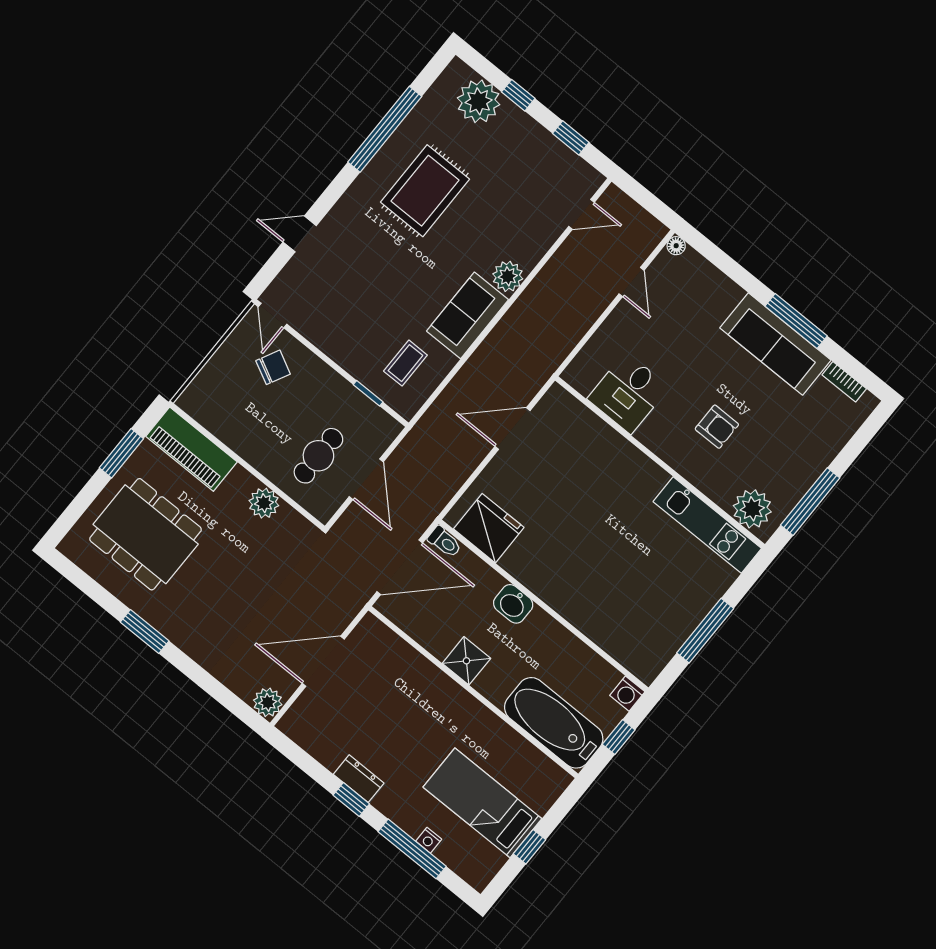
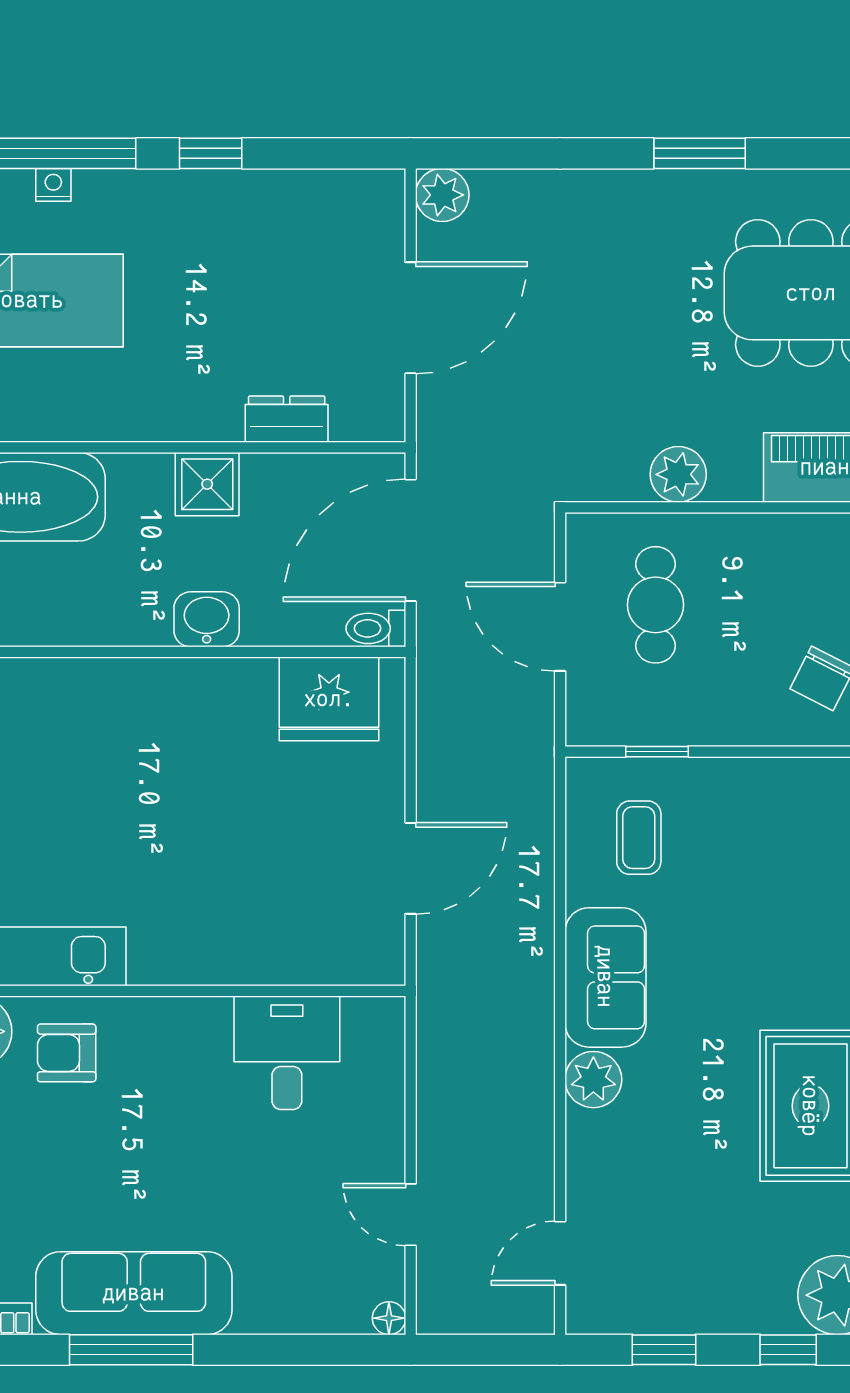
armchair: (717, 427) -> (67, 1053), moved
dresser: (359, 779) -> (287, 419), moved, turned 180

